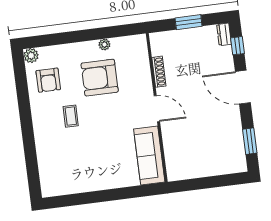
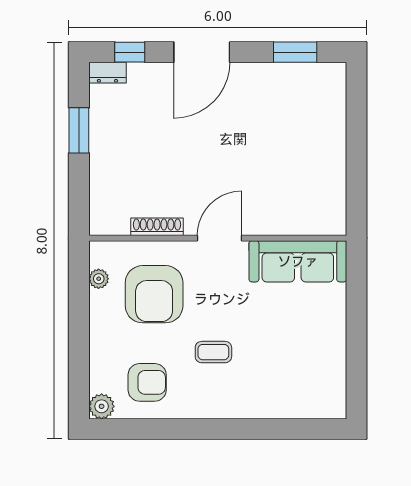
shoe rack: (159, 72) -> (157, 227), moved
wall: (157, 108) -> (218, 238), moved
door: (157, 109) -> (220, 238), moved
sofa: (149, 156) -> (298, 261), moved

